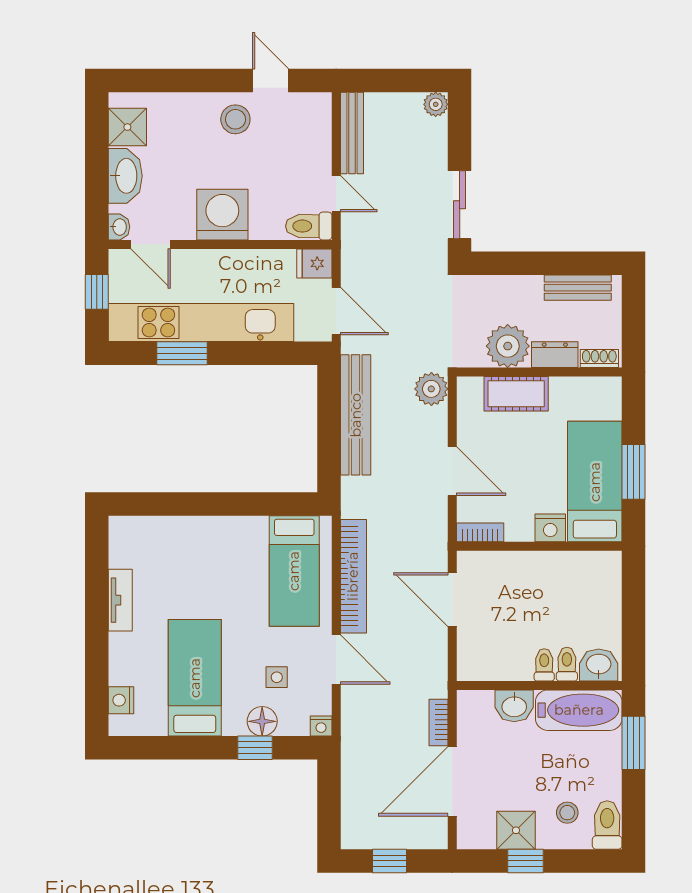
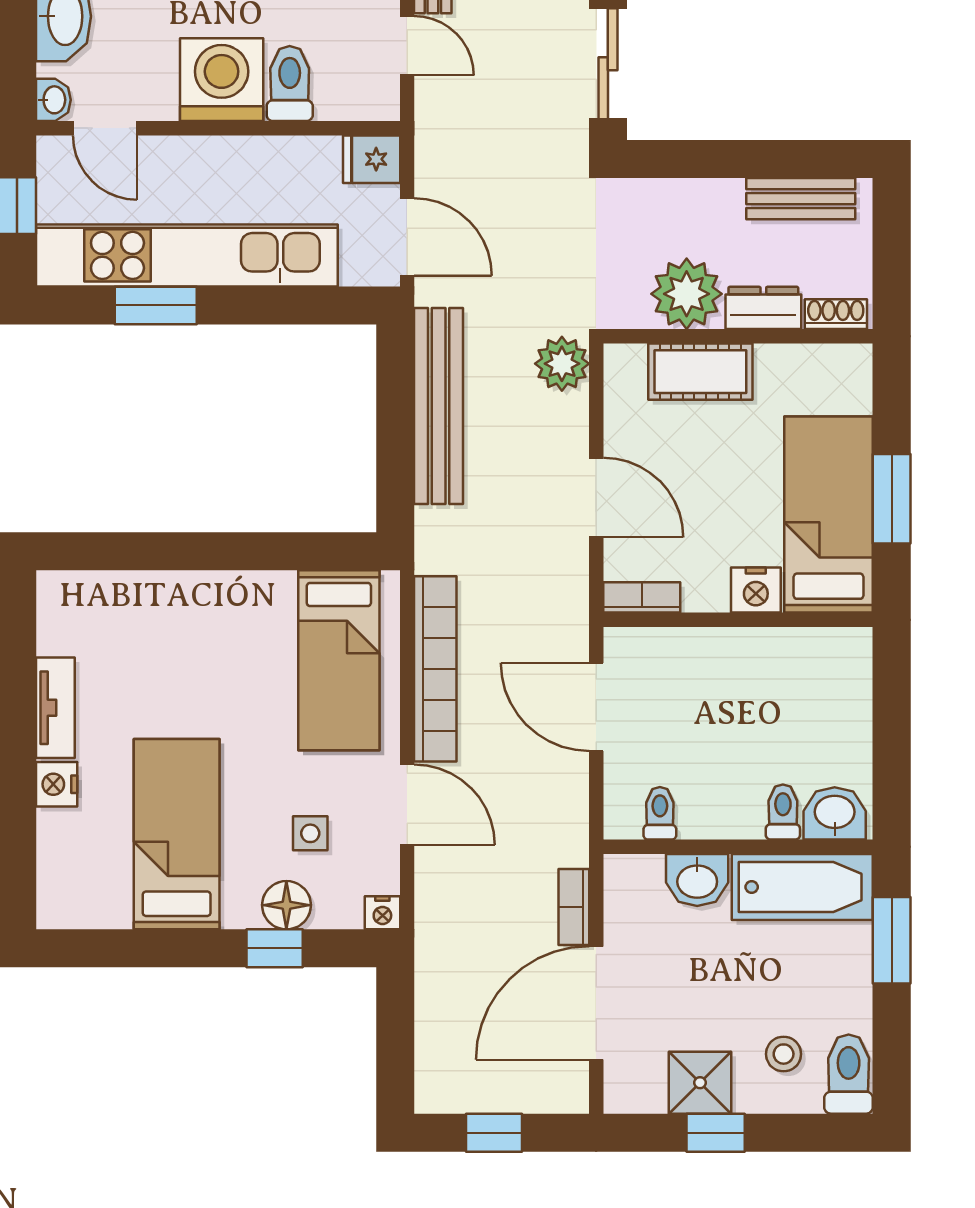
toilet: (309, 226) -> (290, 83), moved, turned 90
toilet: (544, 665) -> (660, 813), moved
nightstand: (121, 700) -> (57, 784), moved

